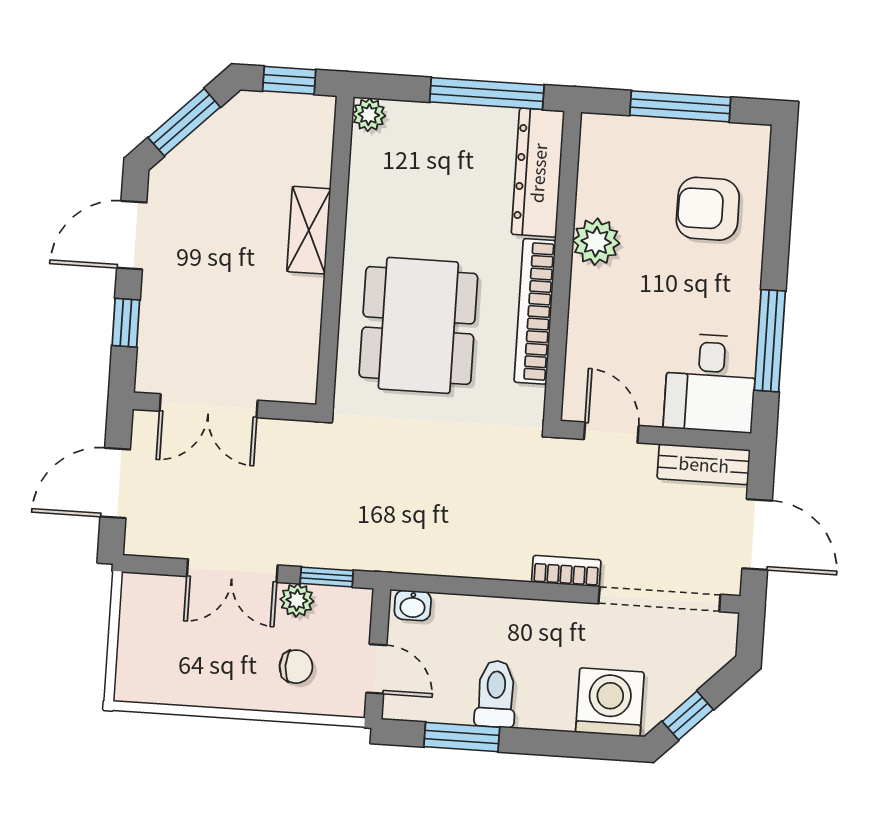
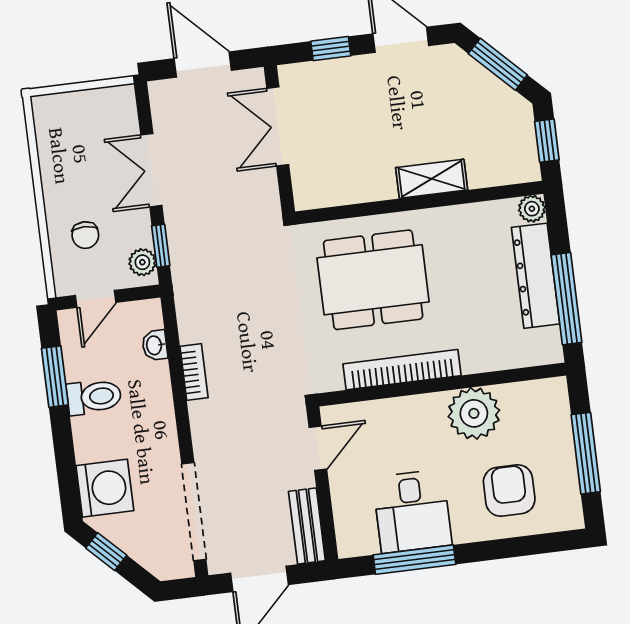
dresser: (538, 173) -> (536, 276), moved, turned -90
plant: (596, 242) -> (474, 413), width x1.36, depth x1.36
desk: (710, 383) -> (412, 511), moved, turned -90
bookcase: (566, 571) -> (194, 372), moved
plant: (297, 600) -> (142, 262), moved
washbasin: (413, 605) -> (155, 345), moved

